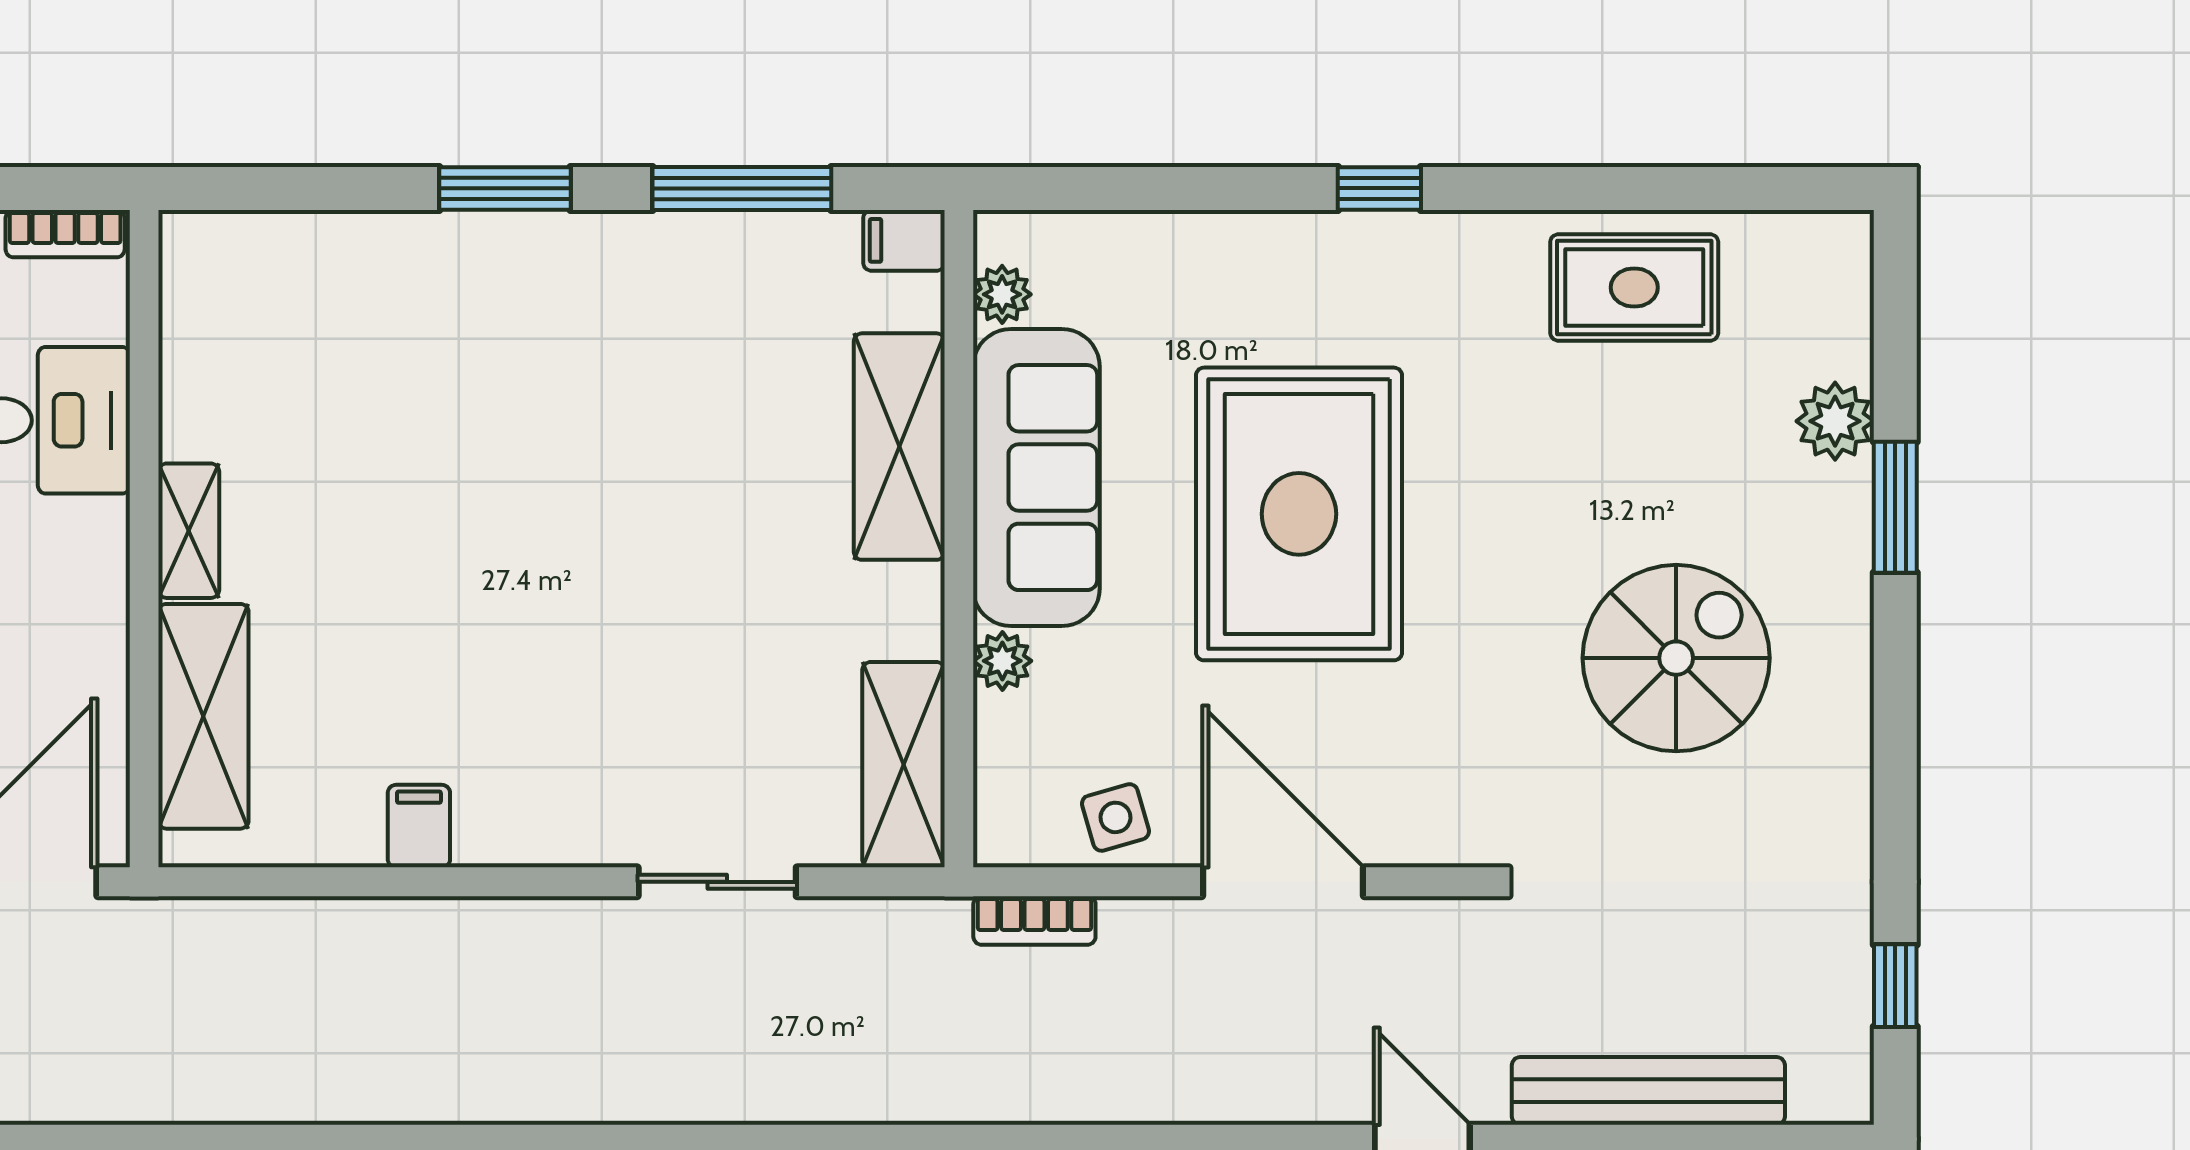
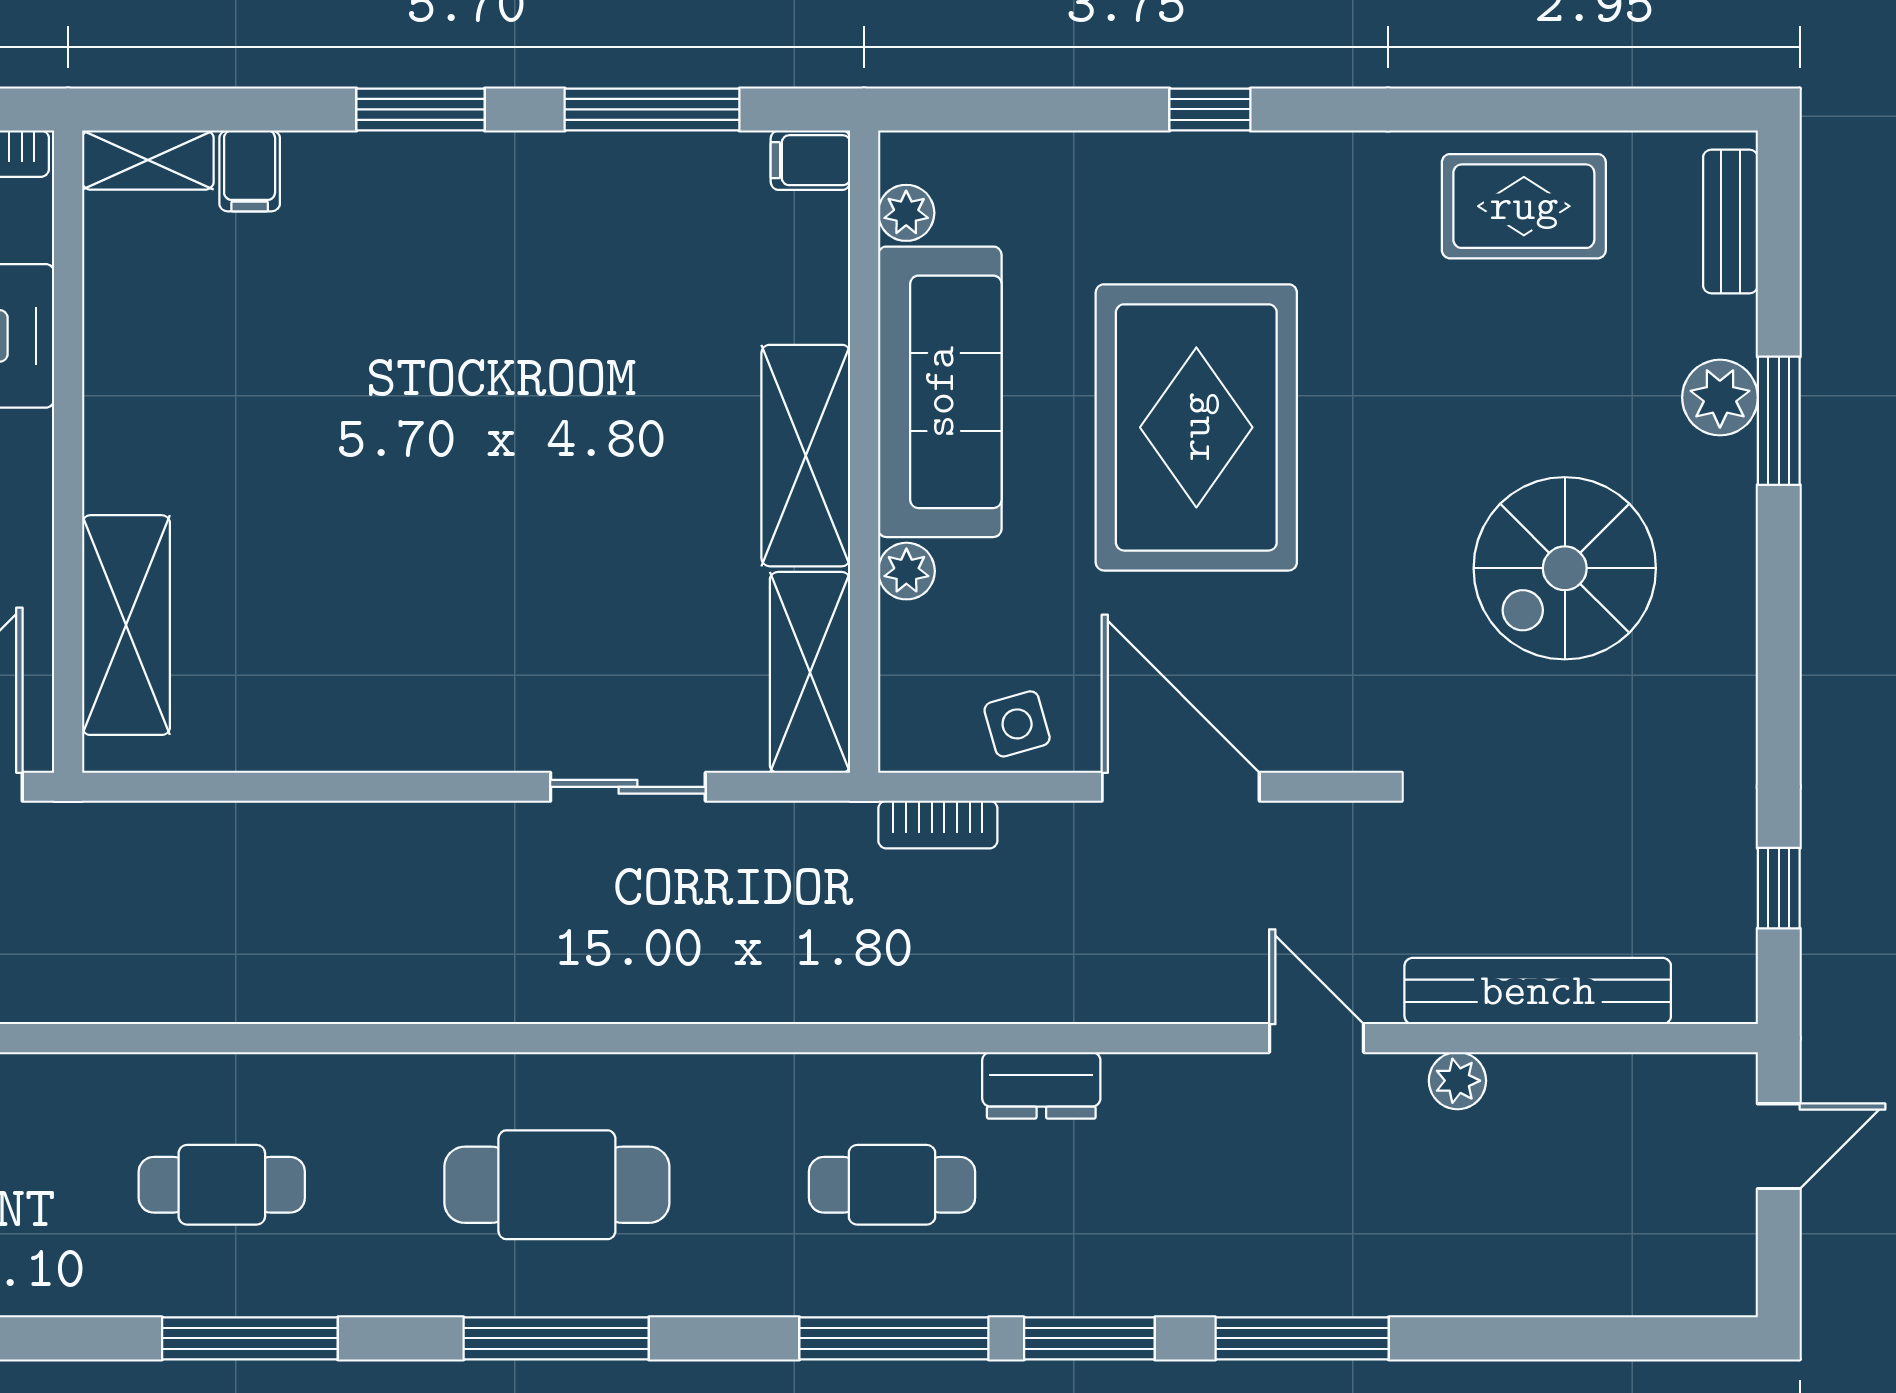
window: (1379, 188) -> (1210, 109), moved
bench: (1846, 303) -> (1730, 221), added
plant: (1835, 421) -> (1720, 398), moved
shelving: (899, 447) -> (806, 456), moved
shelving: (189, 531) -> (148, 160), moved, turned 90
spiral stairs: (1676, 658) -> (1565, 568), turned 180
filing cabinet: (419, 826) -> (250, 171), moved, turned 180

